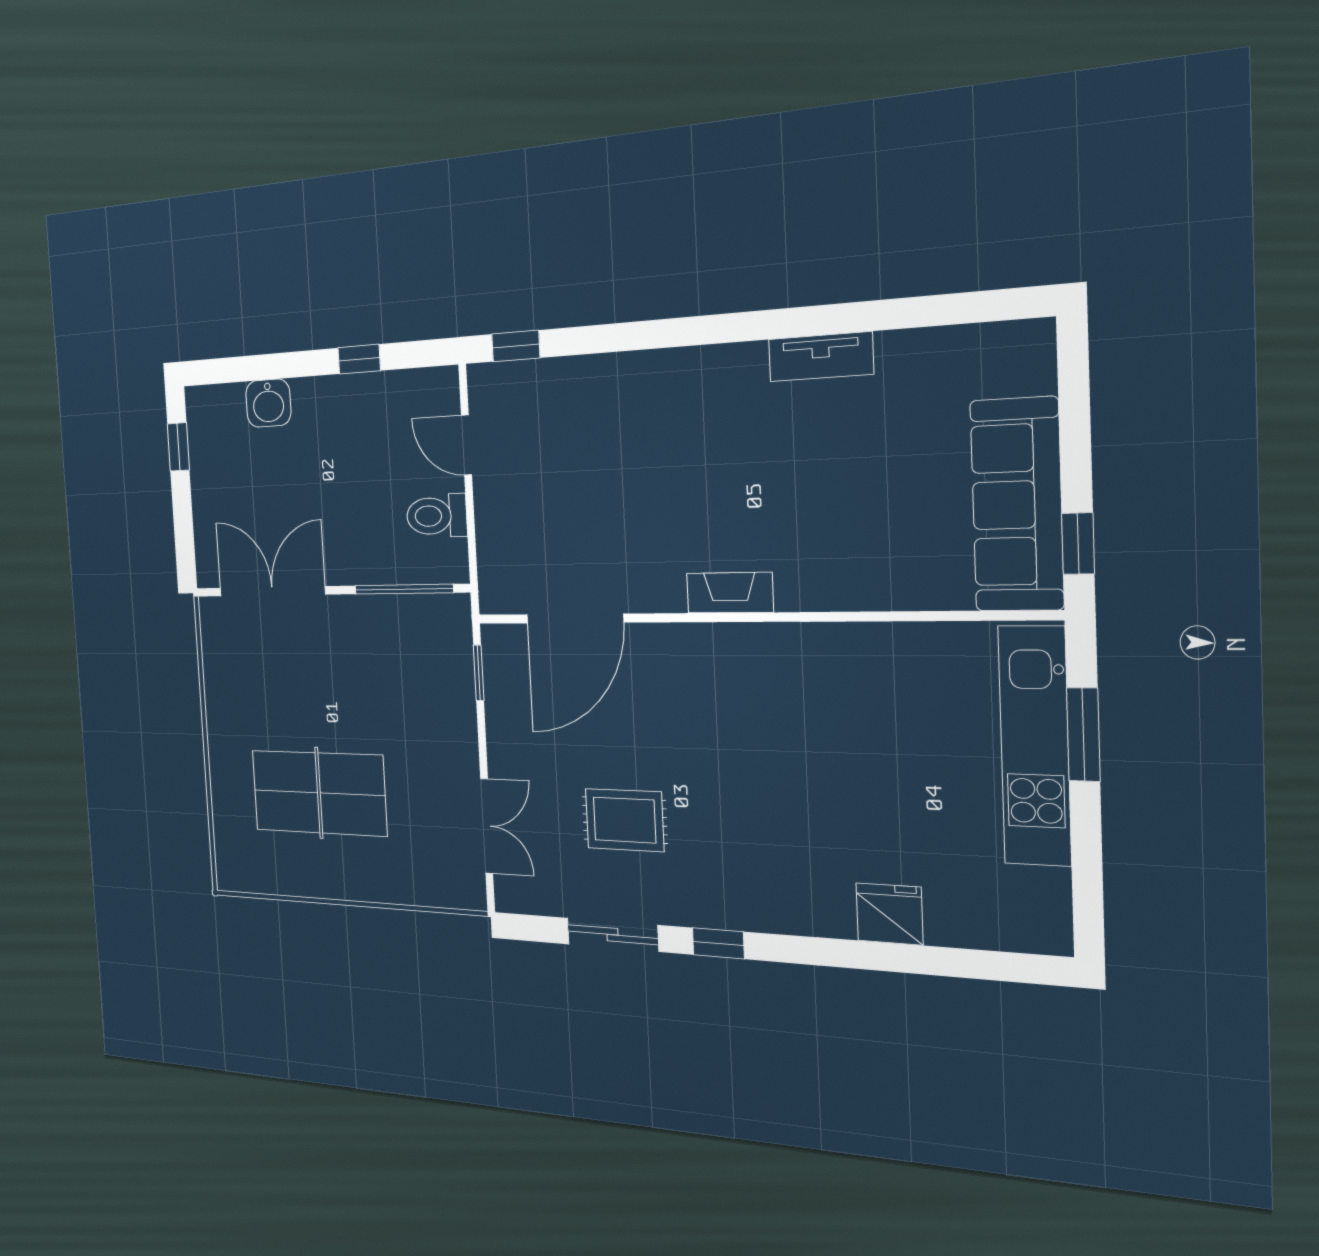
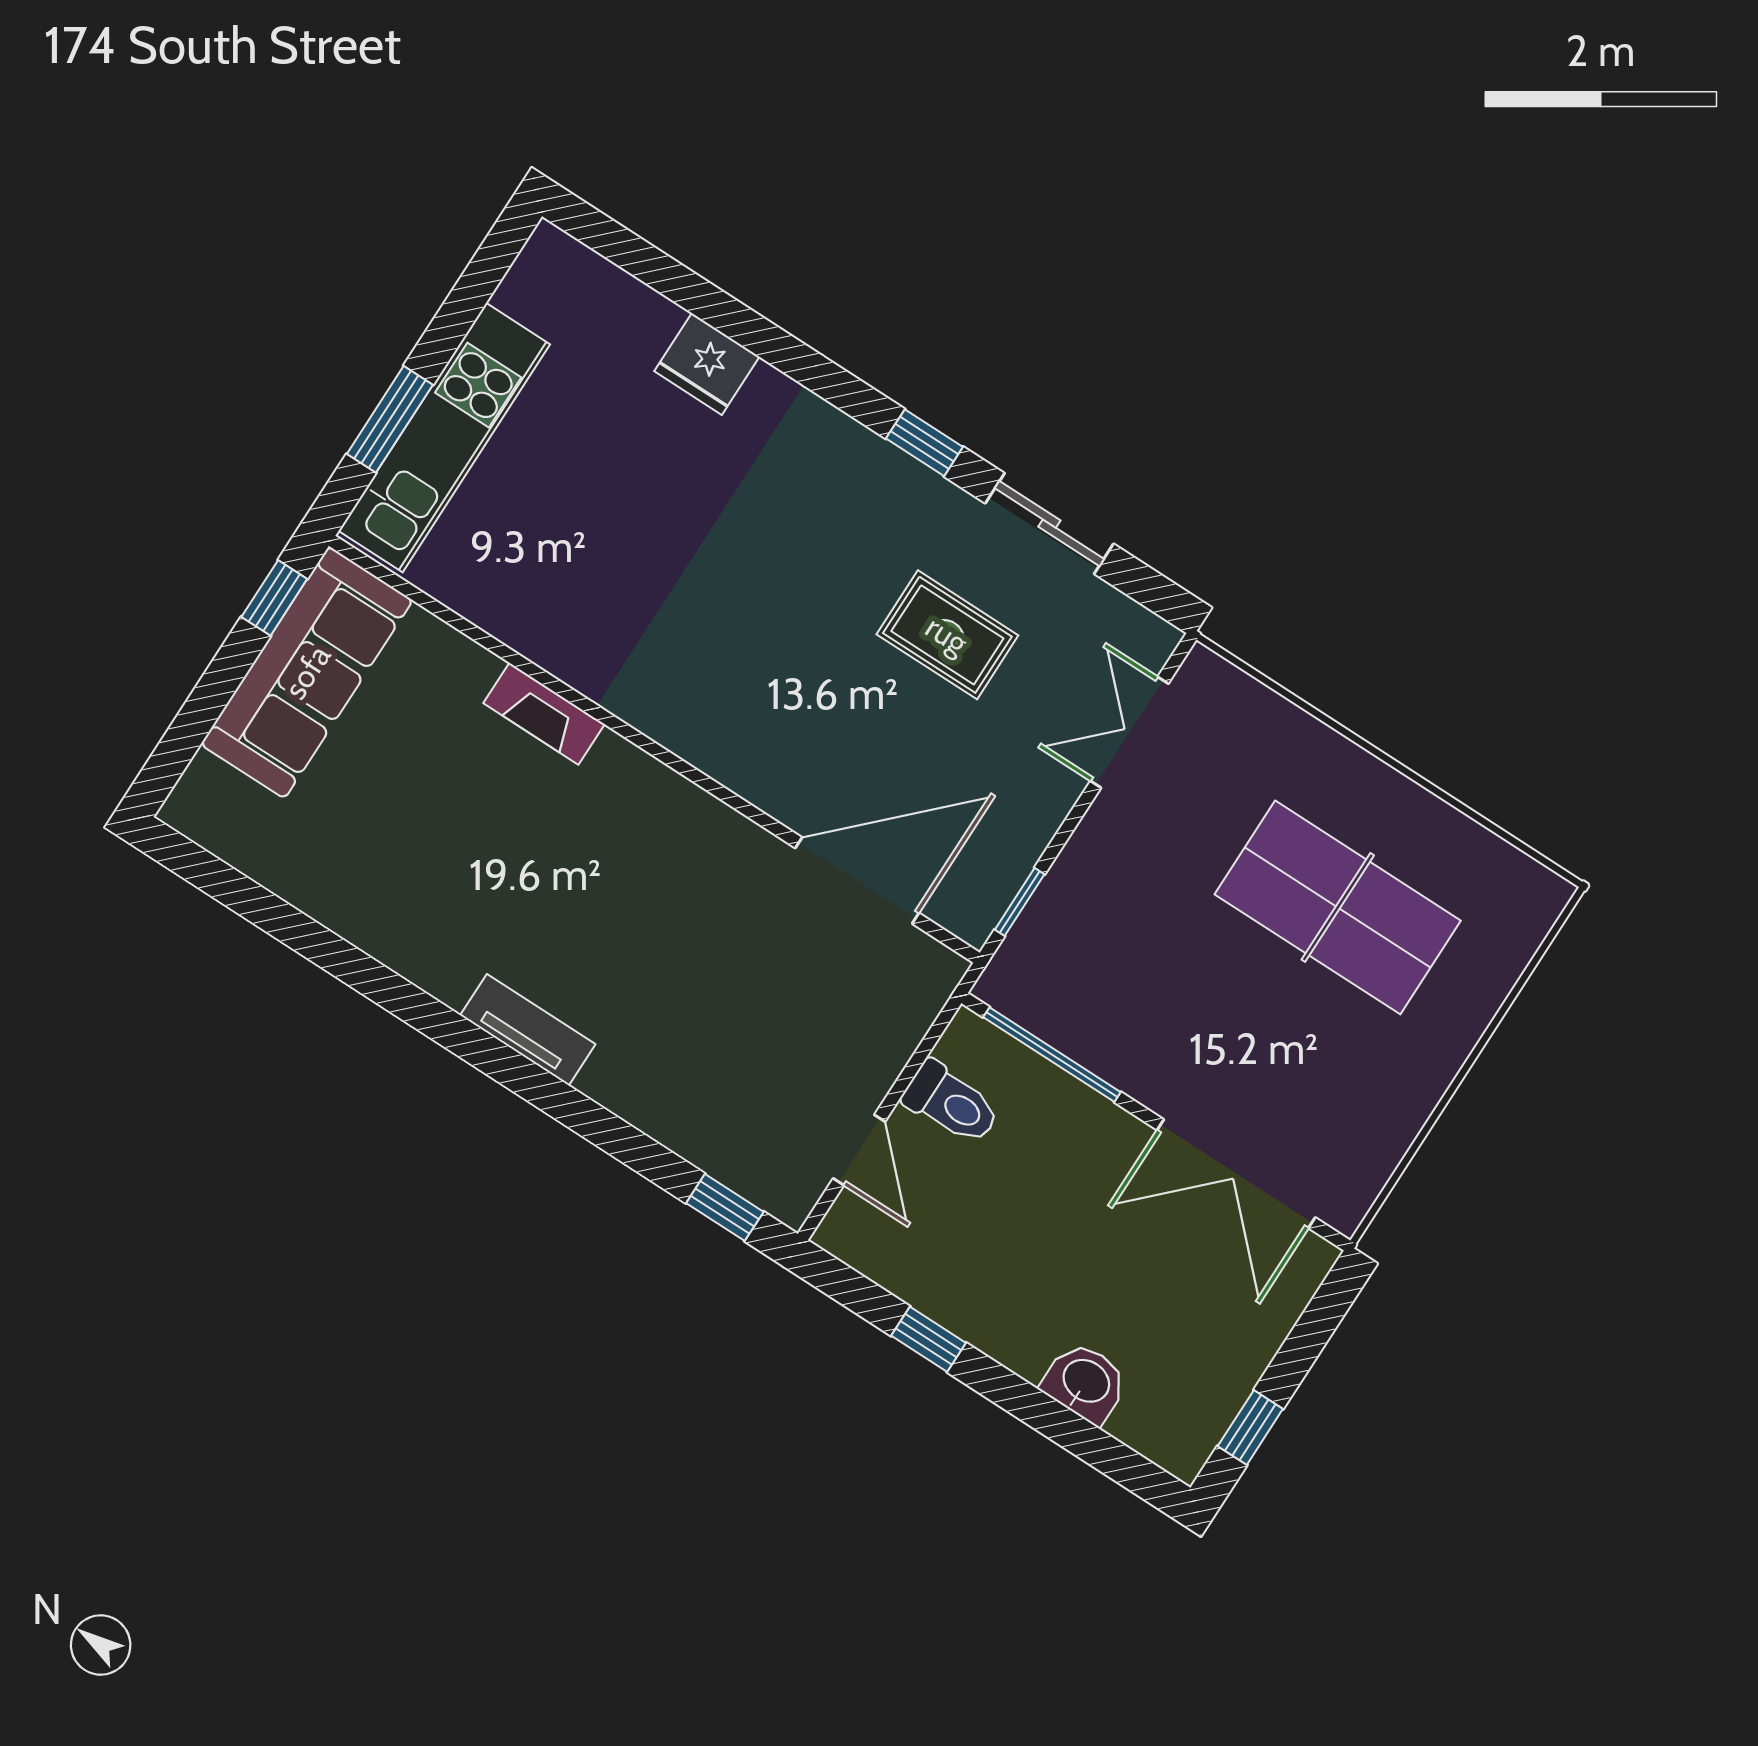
tv unit: (821, 357) -> (528, 1030), moved
fireplace: (730, 593) -> (544, 714), moved

